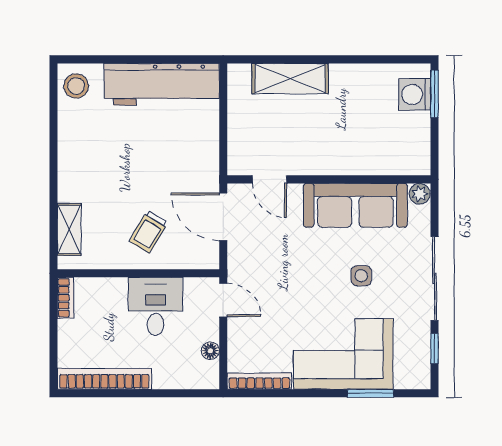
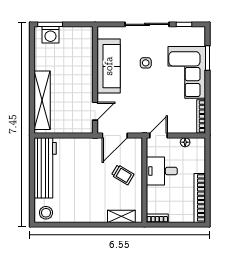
shelving: (290, 79) -> (42, 100), width x1.47
plant: (420, 194) -> (103, 32), removed

